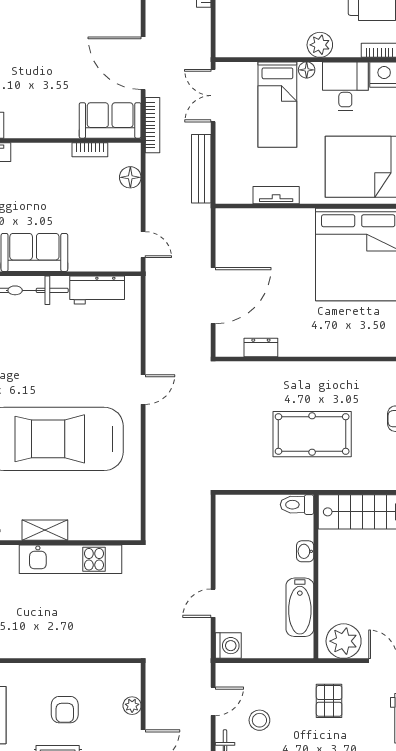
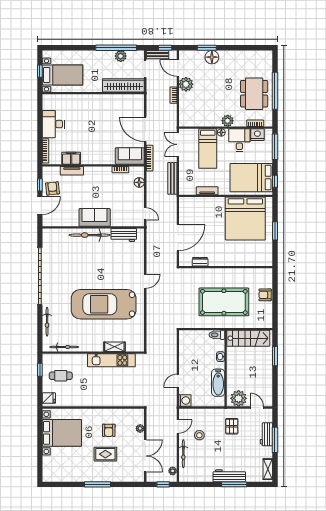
pool table: (312, 434) -> (224, 302), width x1.36, depth x1.32
shelving: (45, 530) -> (114, 347), moved

